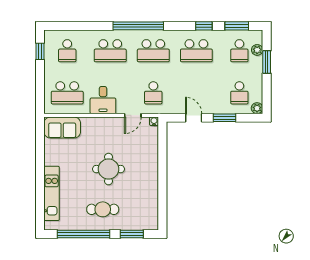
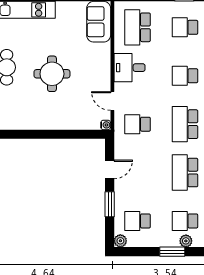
school desk: (110, 51) -> (185, 76), width x0.54

